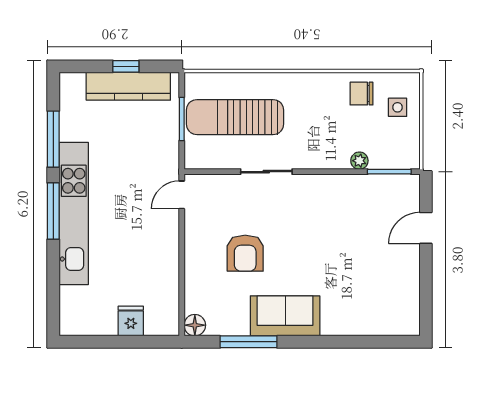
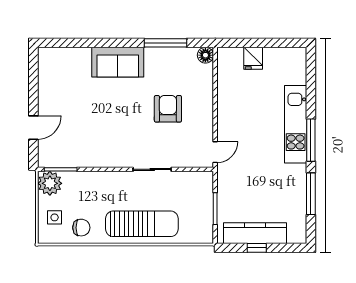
sun lounger: (235, 117) -> (142, 224), moved
plant: (359, 161) -> (50, 183), moved, width x1.88, depth x1.88
kitchen unit: (74, 213) -> (296, 124), width x0.73
sofa: (285, 316) -> (118, 62), moved

